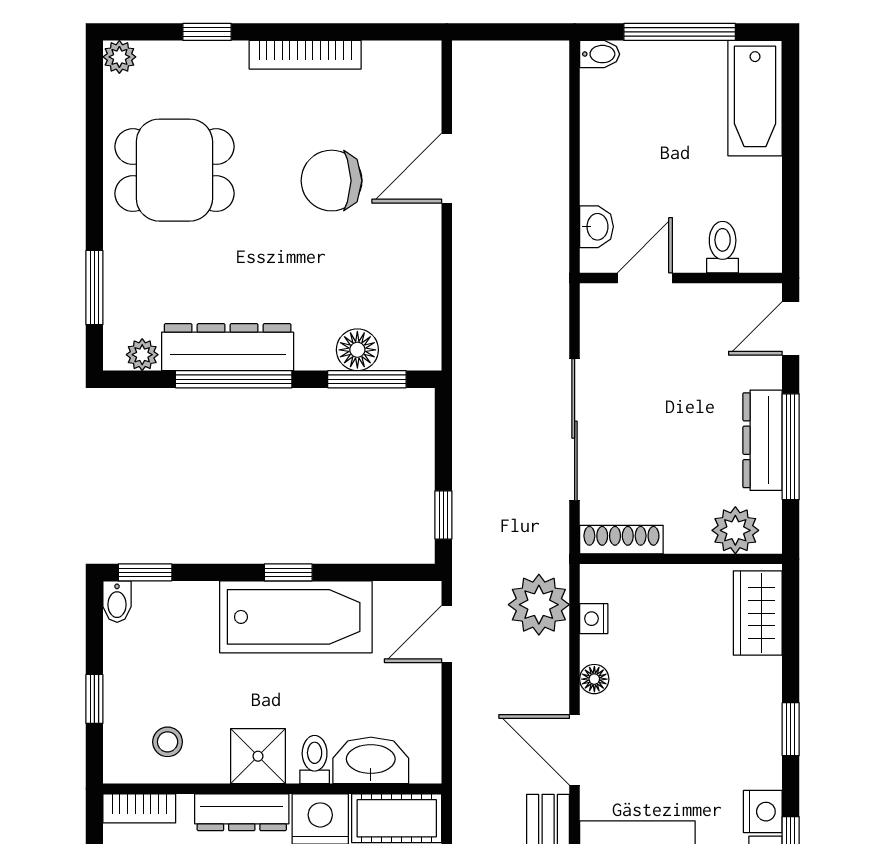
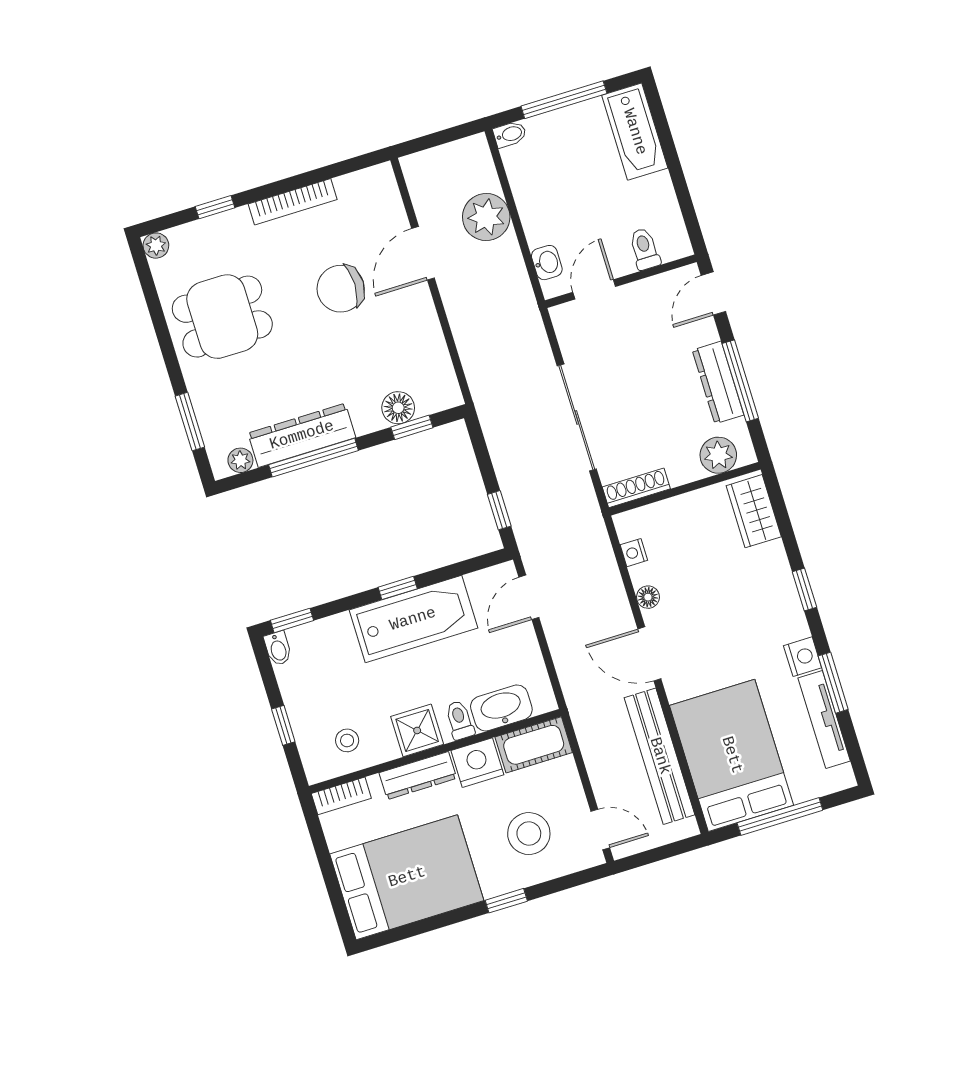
window: (367, 379) -> (412, 427), width x0.67
plant: (539, 605) -> (486, 217), moved

